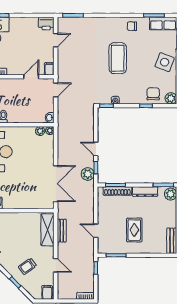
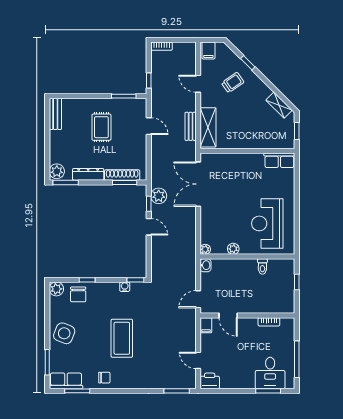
door: (56, 40) -> (198, 360), hinge flipped
door: (31, 77) -> (228, 315), hinge flipped
plant: (40, 131) -> (233, 249), moved

